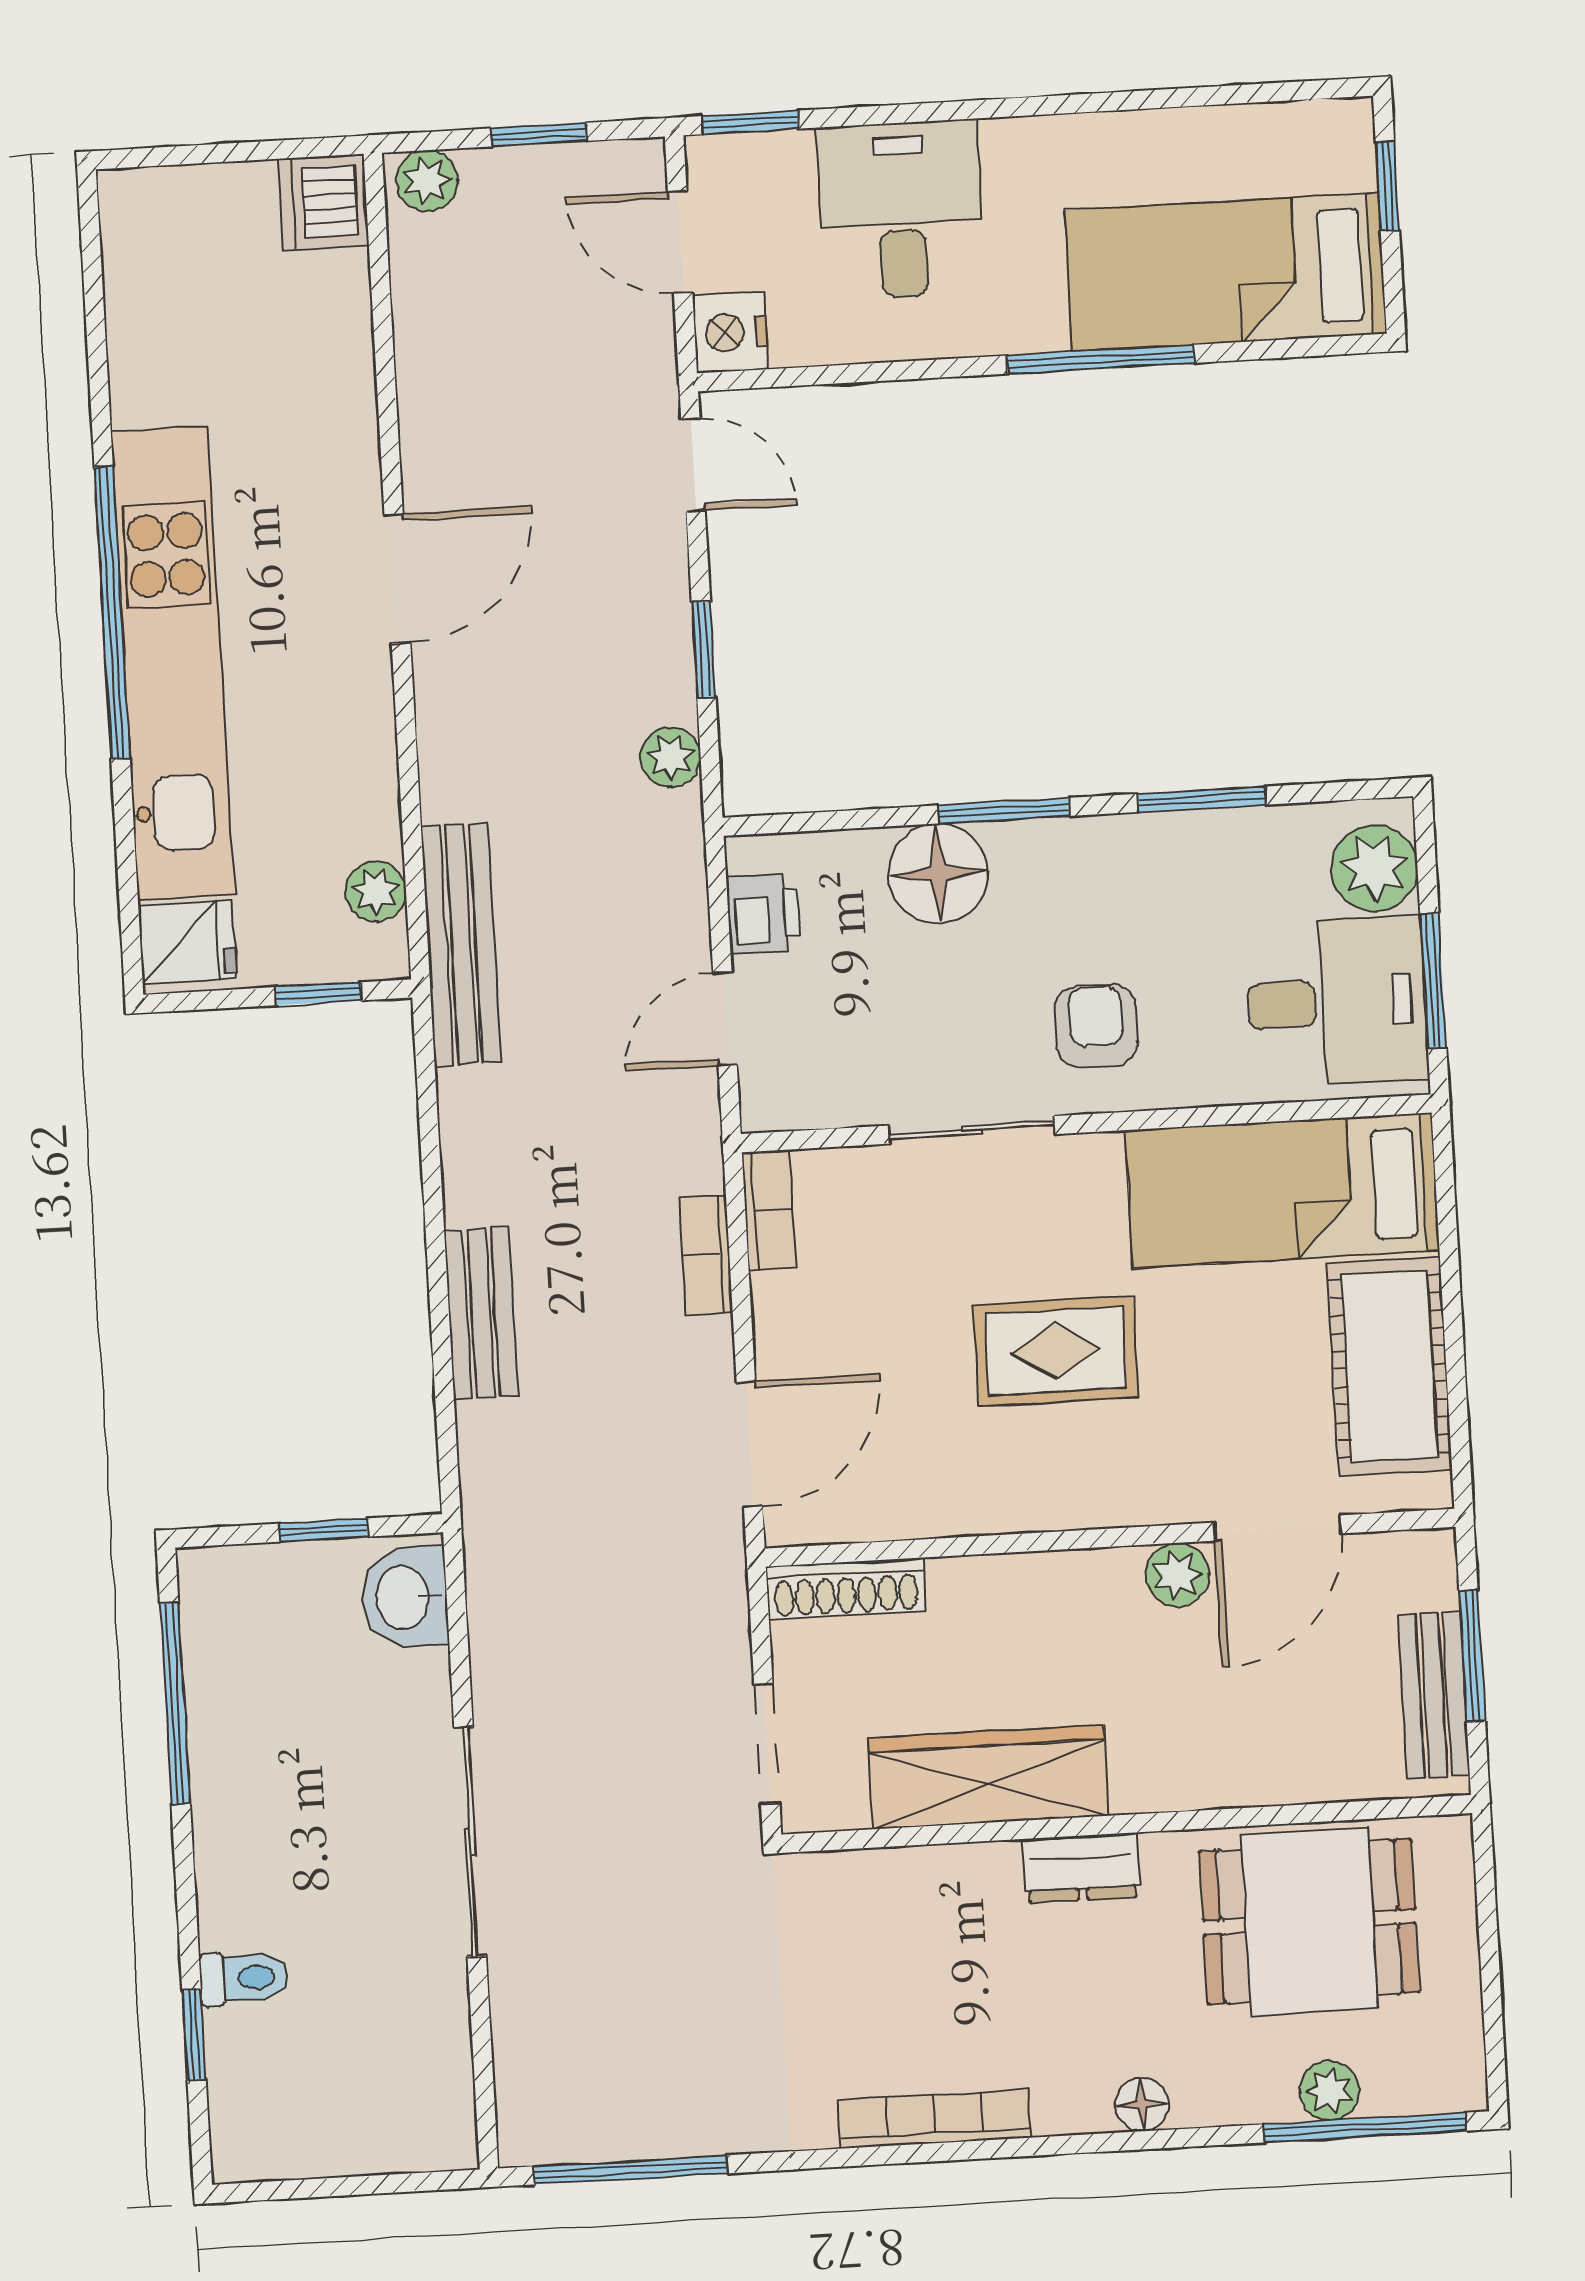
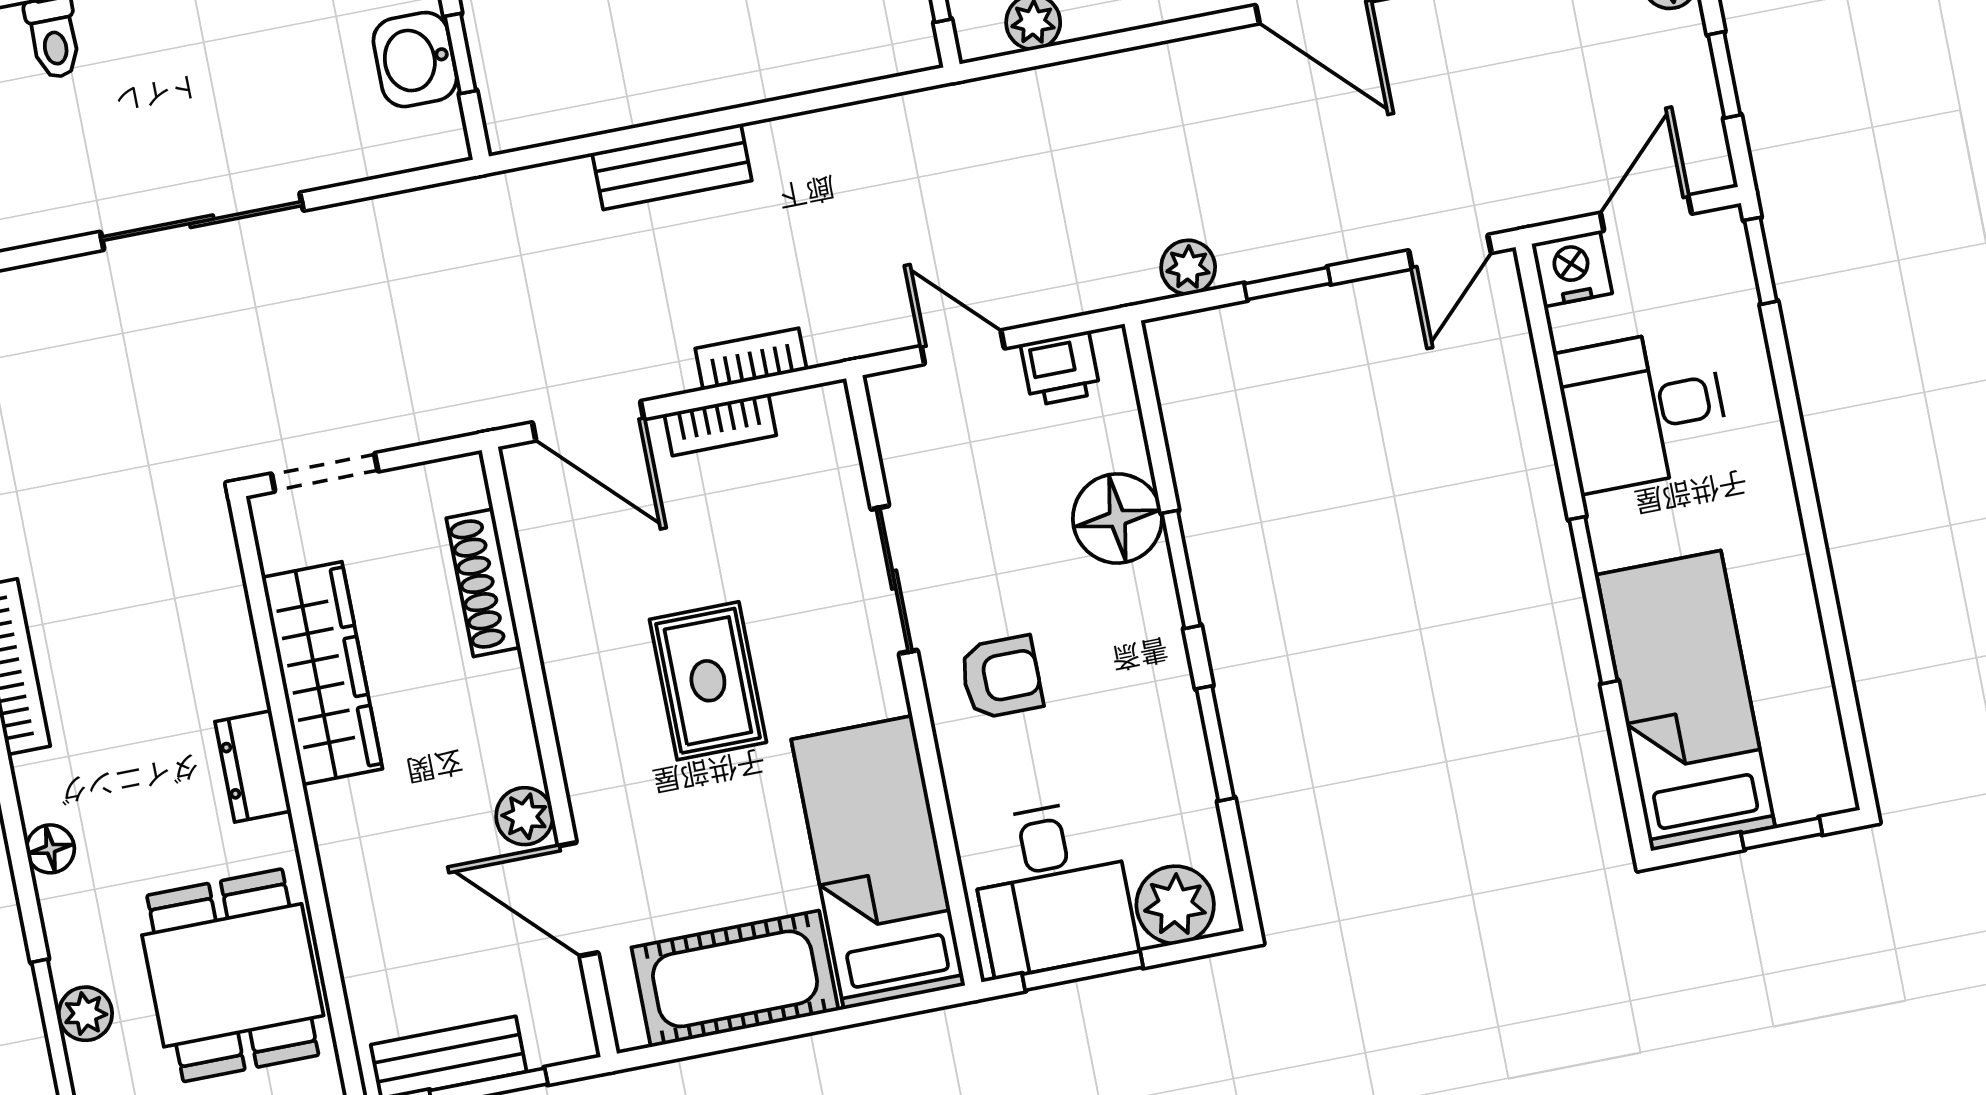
desk: (901, 210) -> (1643, 409), moved, turned 180
bench: (461, 944) -> (997, 104), removed
bookcase: (769, 1210) -> (720, 425), moved
shoe rack: (846, 1589) -> (483, 583), moved
washbasin: (405, 1597) -> (415, 60), moved, turned -90

